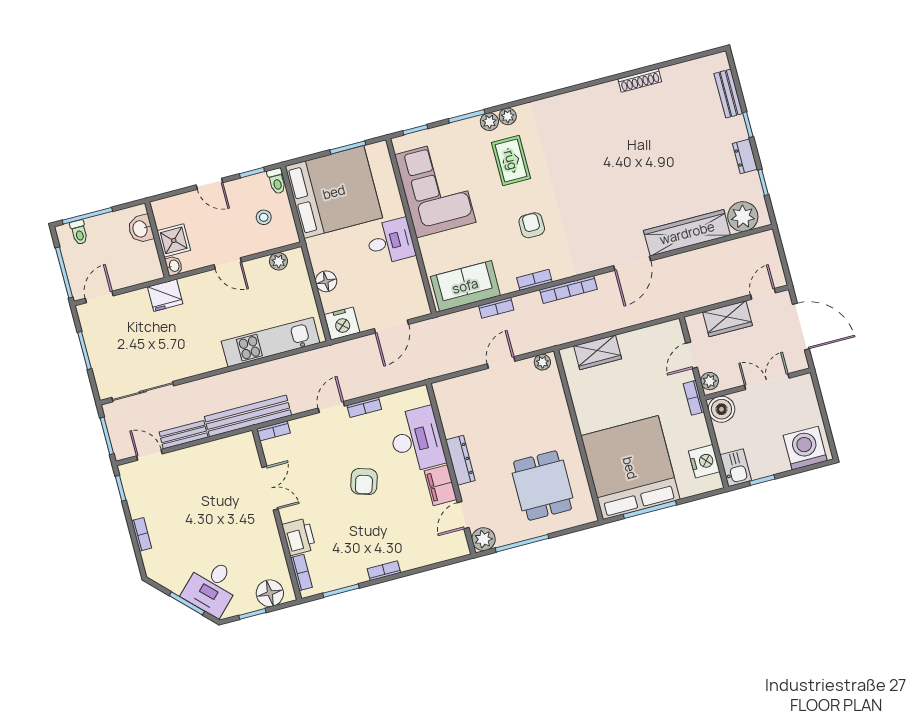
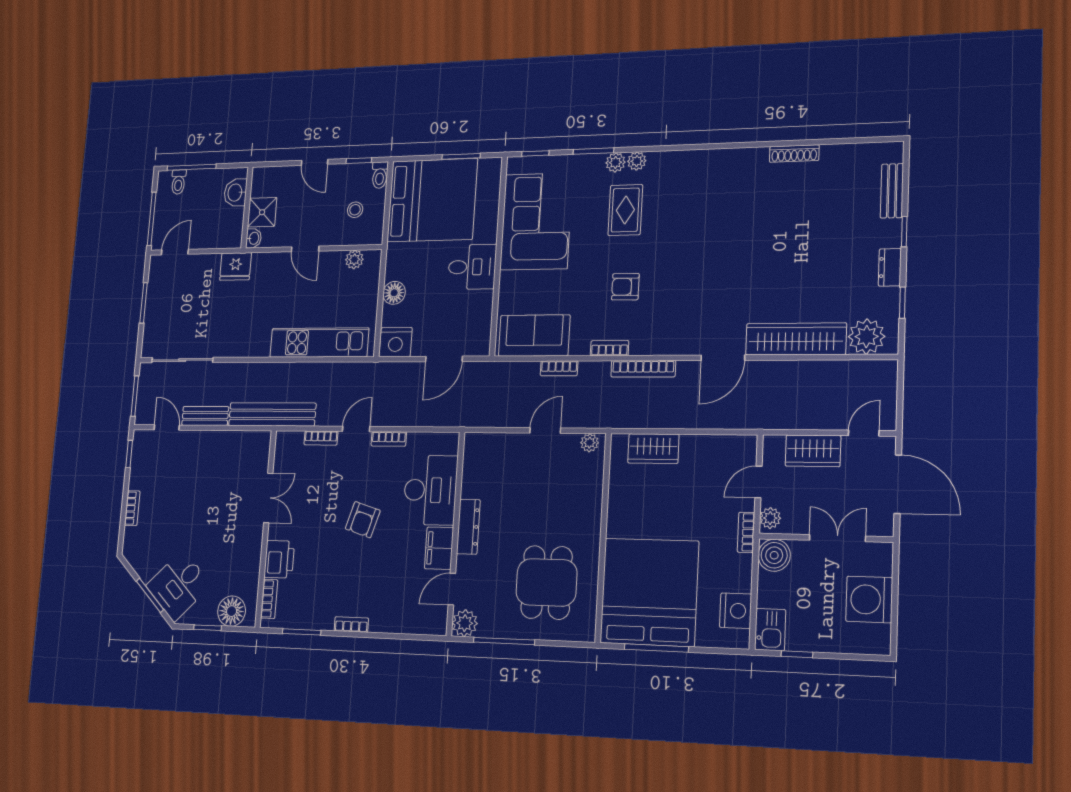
armchair: (532, 225) -> (625, 287), turned -90
bookcase: (273, 431) -> (321, 438), moved
washing machine: (805, 448) -> (869, 599), moved, turned -90

